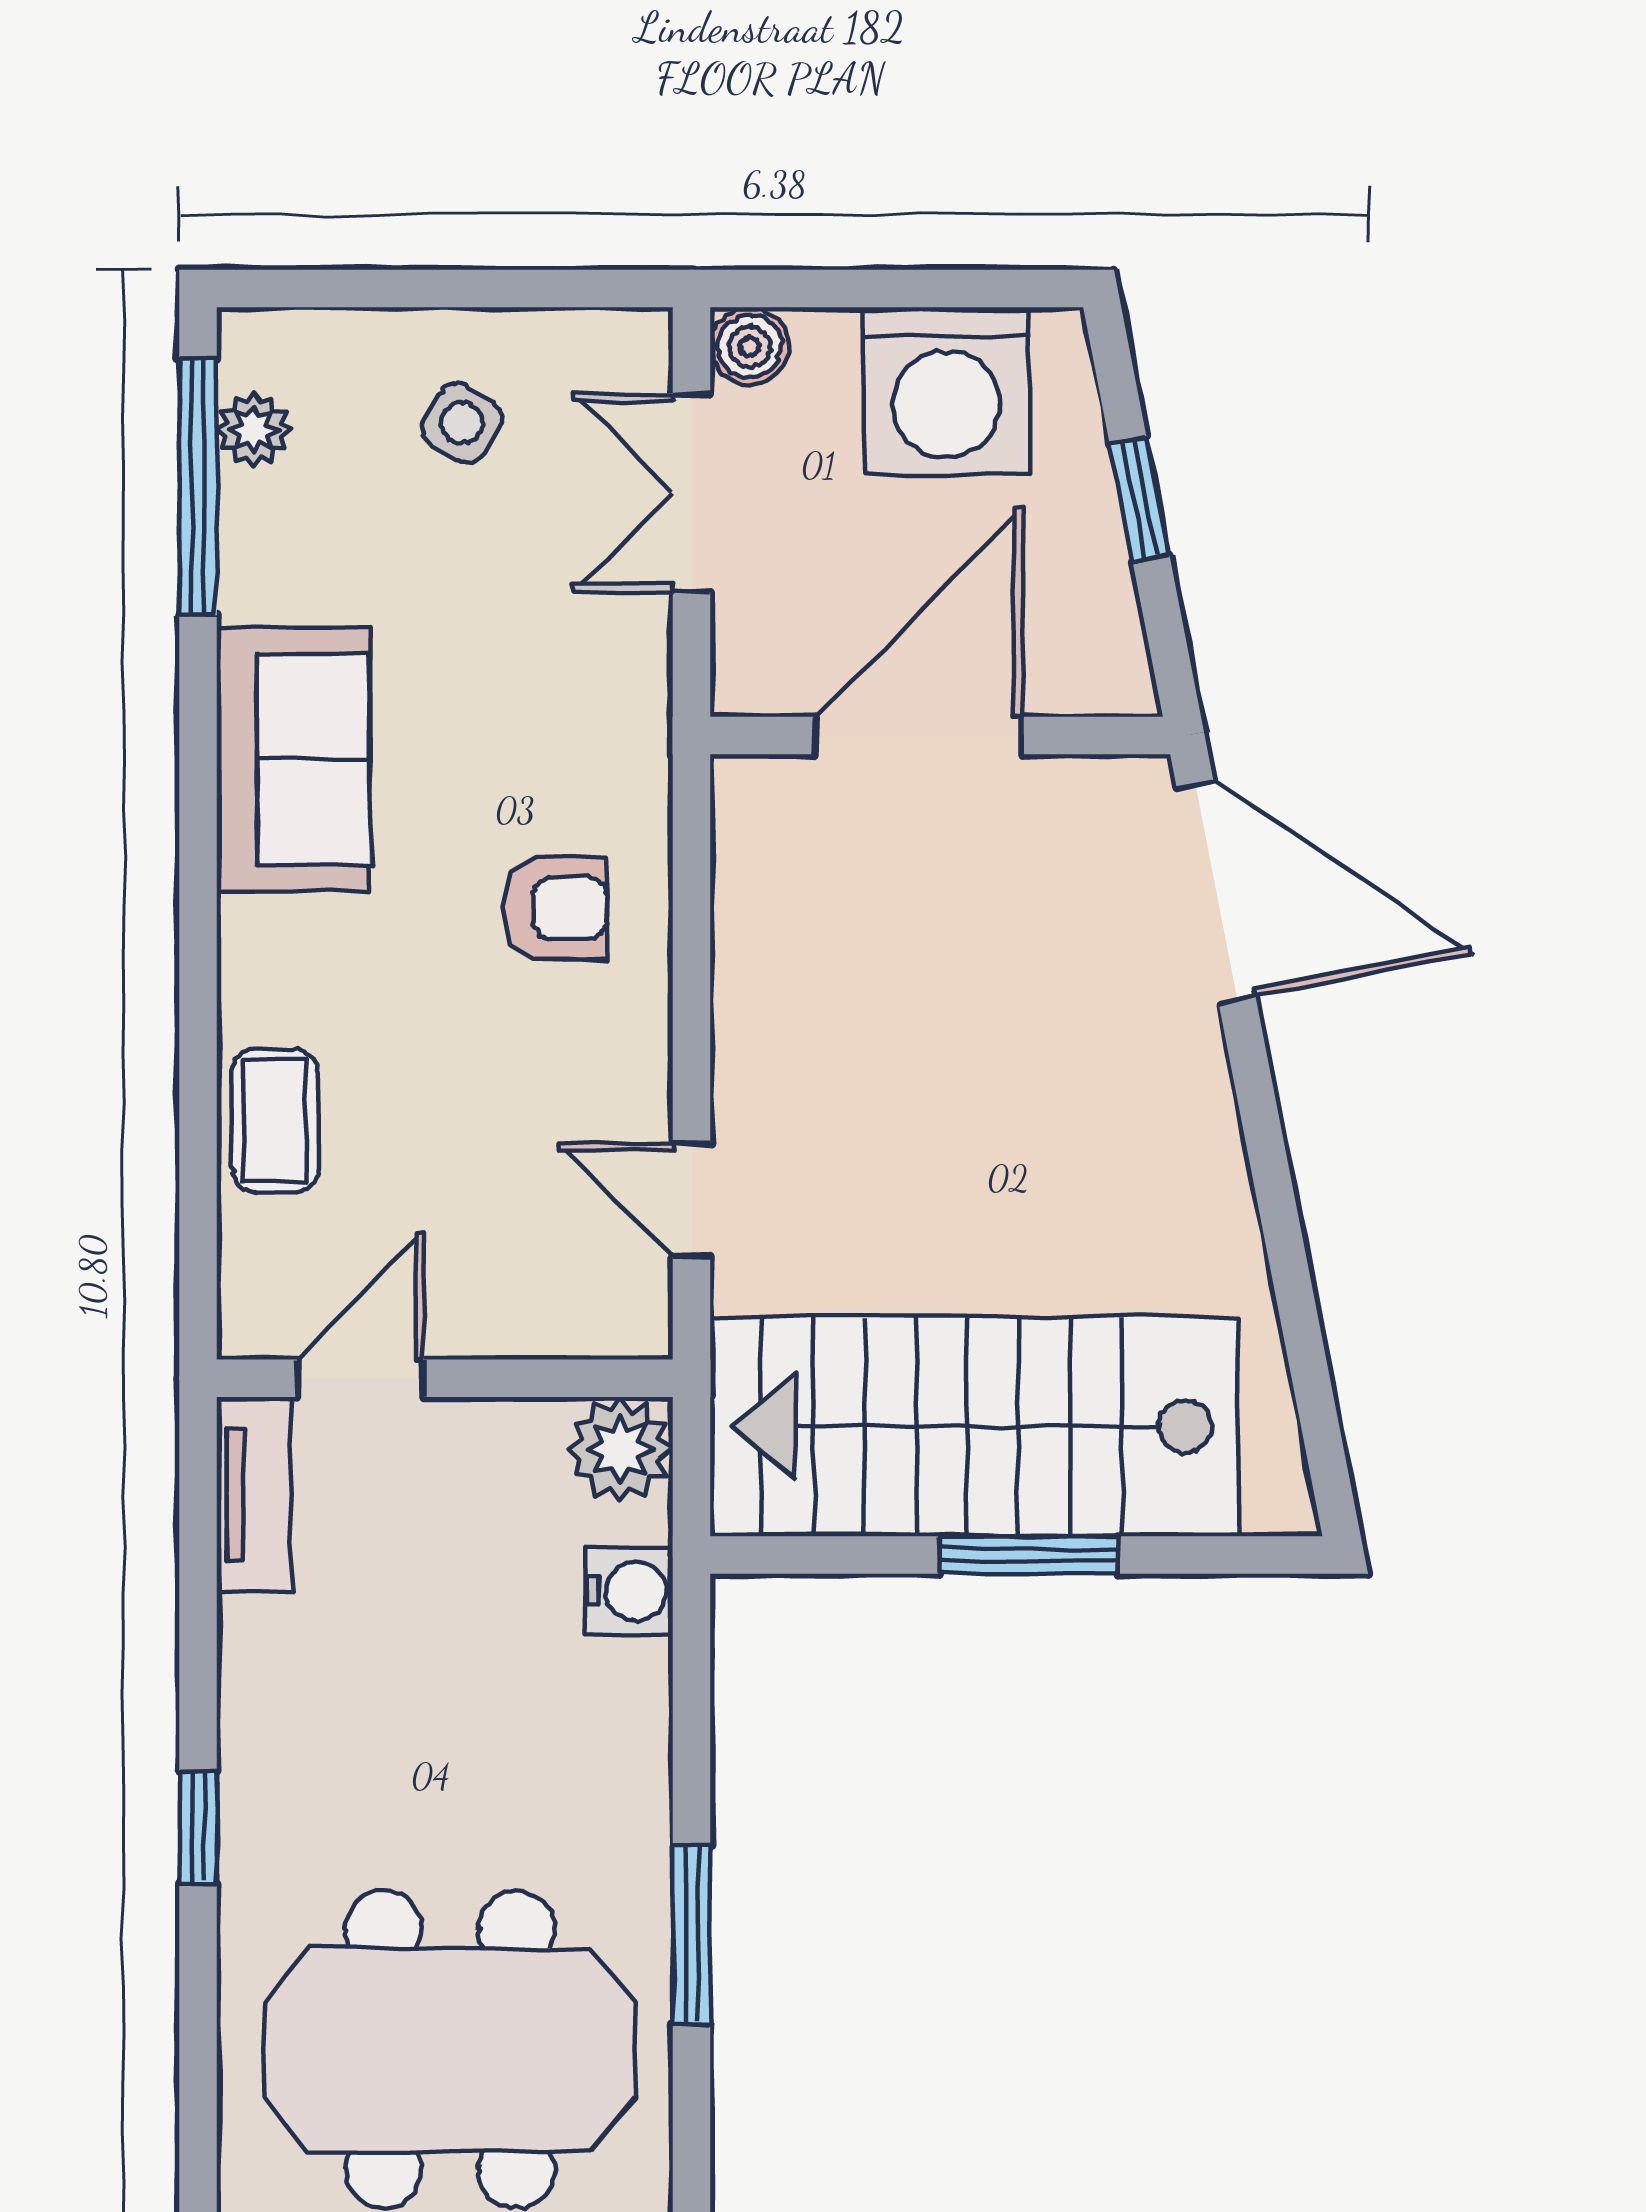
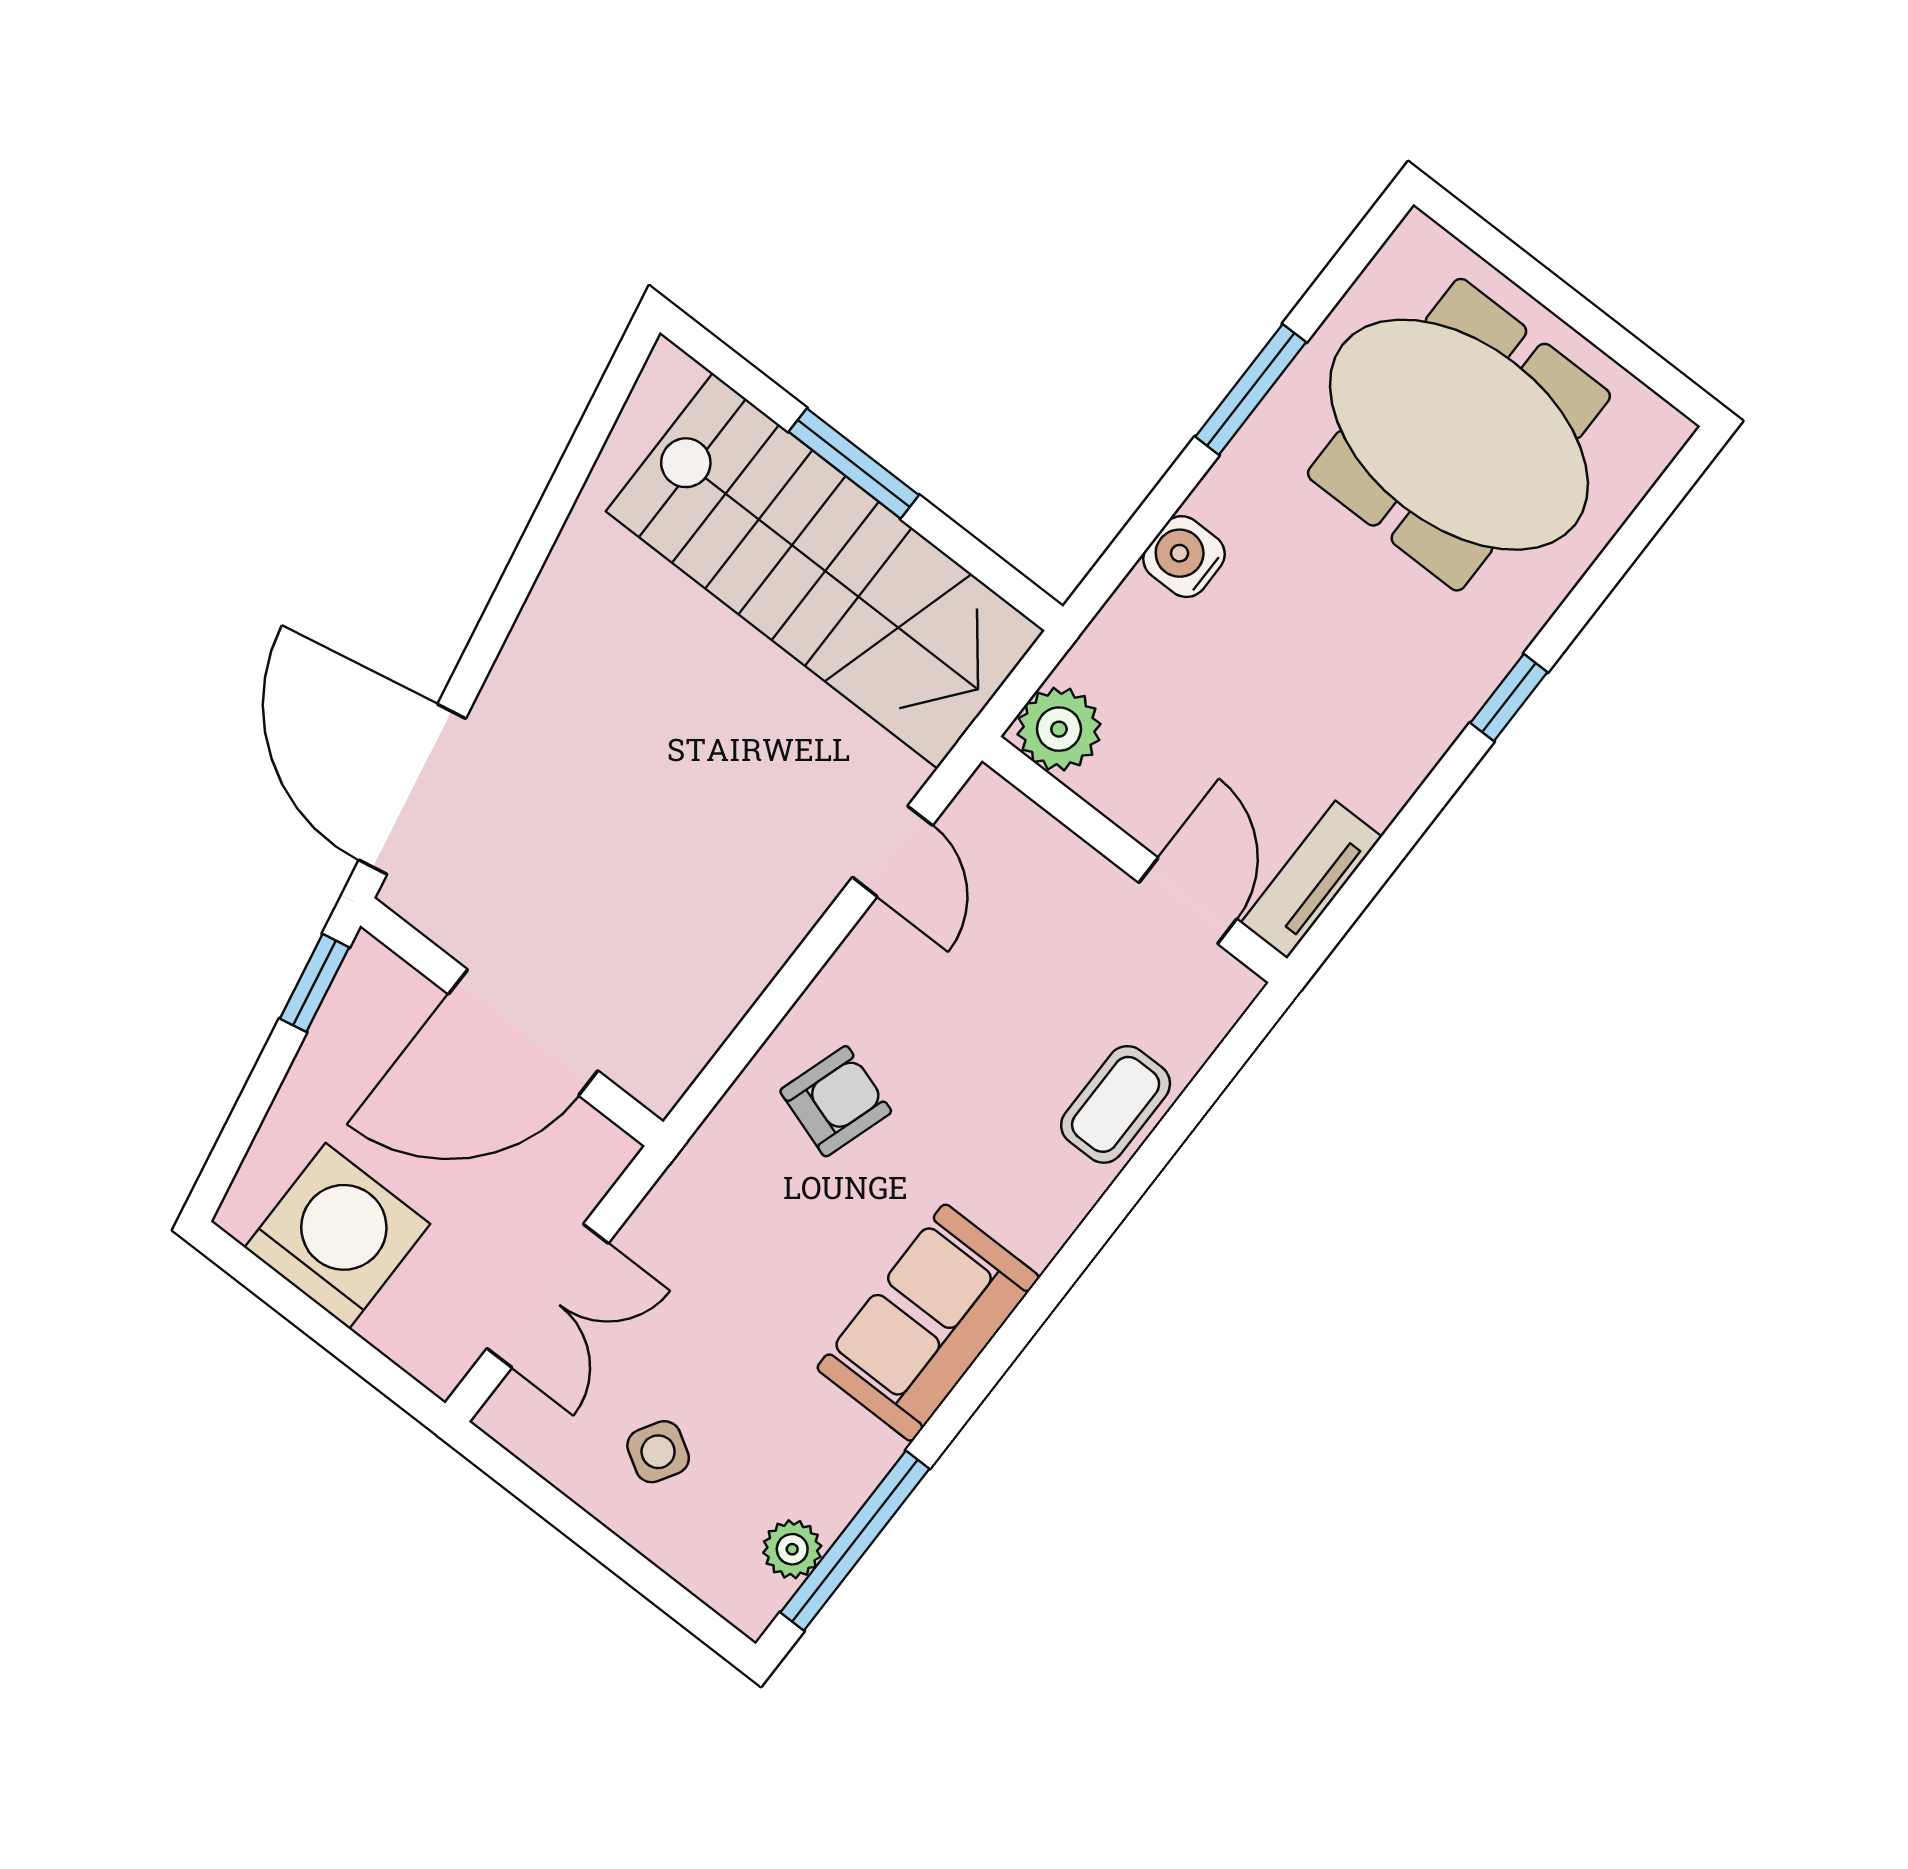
boiler: (749, 347) -> (440, 1360), removed
window: (1140, 499) -> (315, 983), moved
armchair: (555, 908) -> (836, 1101), turned 108
door: (360, 1378) -> (1188, 901), swing flipped
water cooler: (629, 1591) -> (1184, 557), moved

